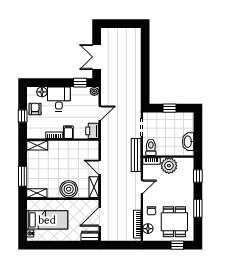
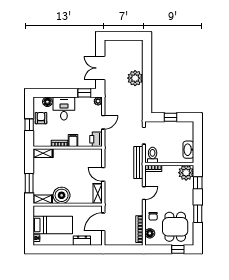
plant: (133, 67) -> (135, 78), added
plant: (169, 166) -> (186, 173), moved
boiler: (69, 189) -> (62, 195), moved
dresser: (90, 236) -> (82, 241), moved

